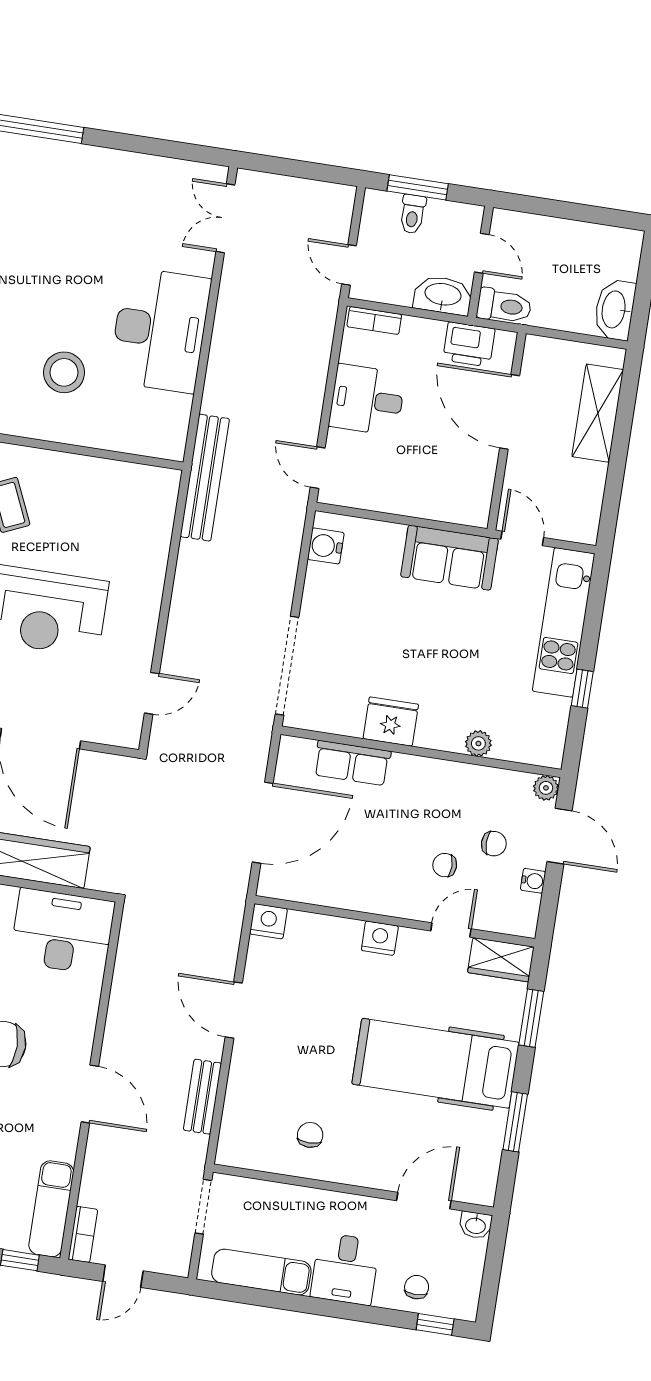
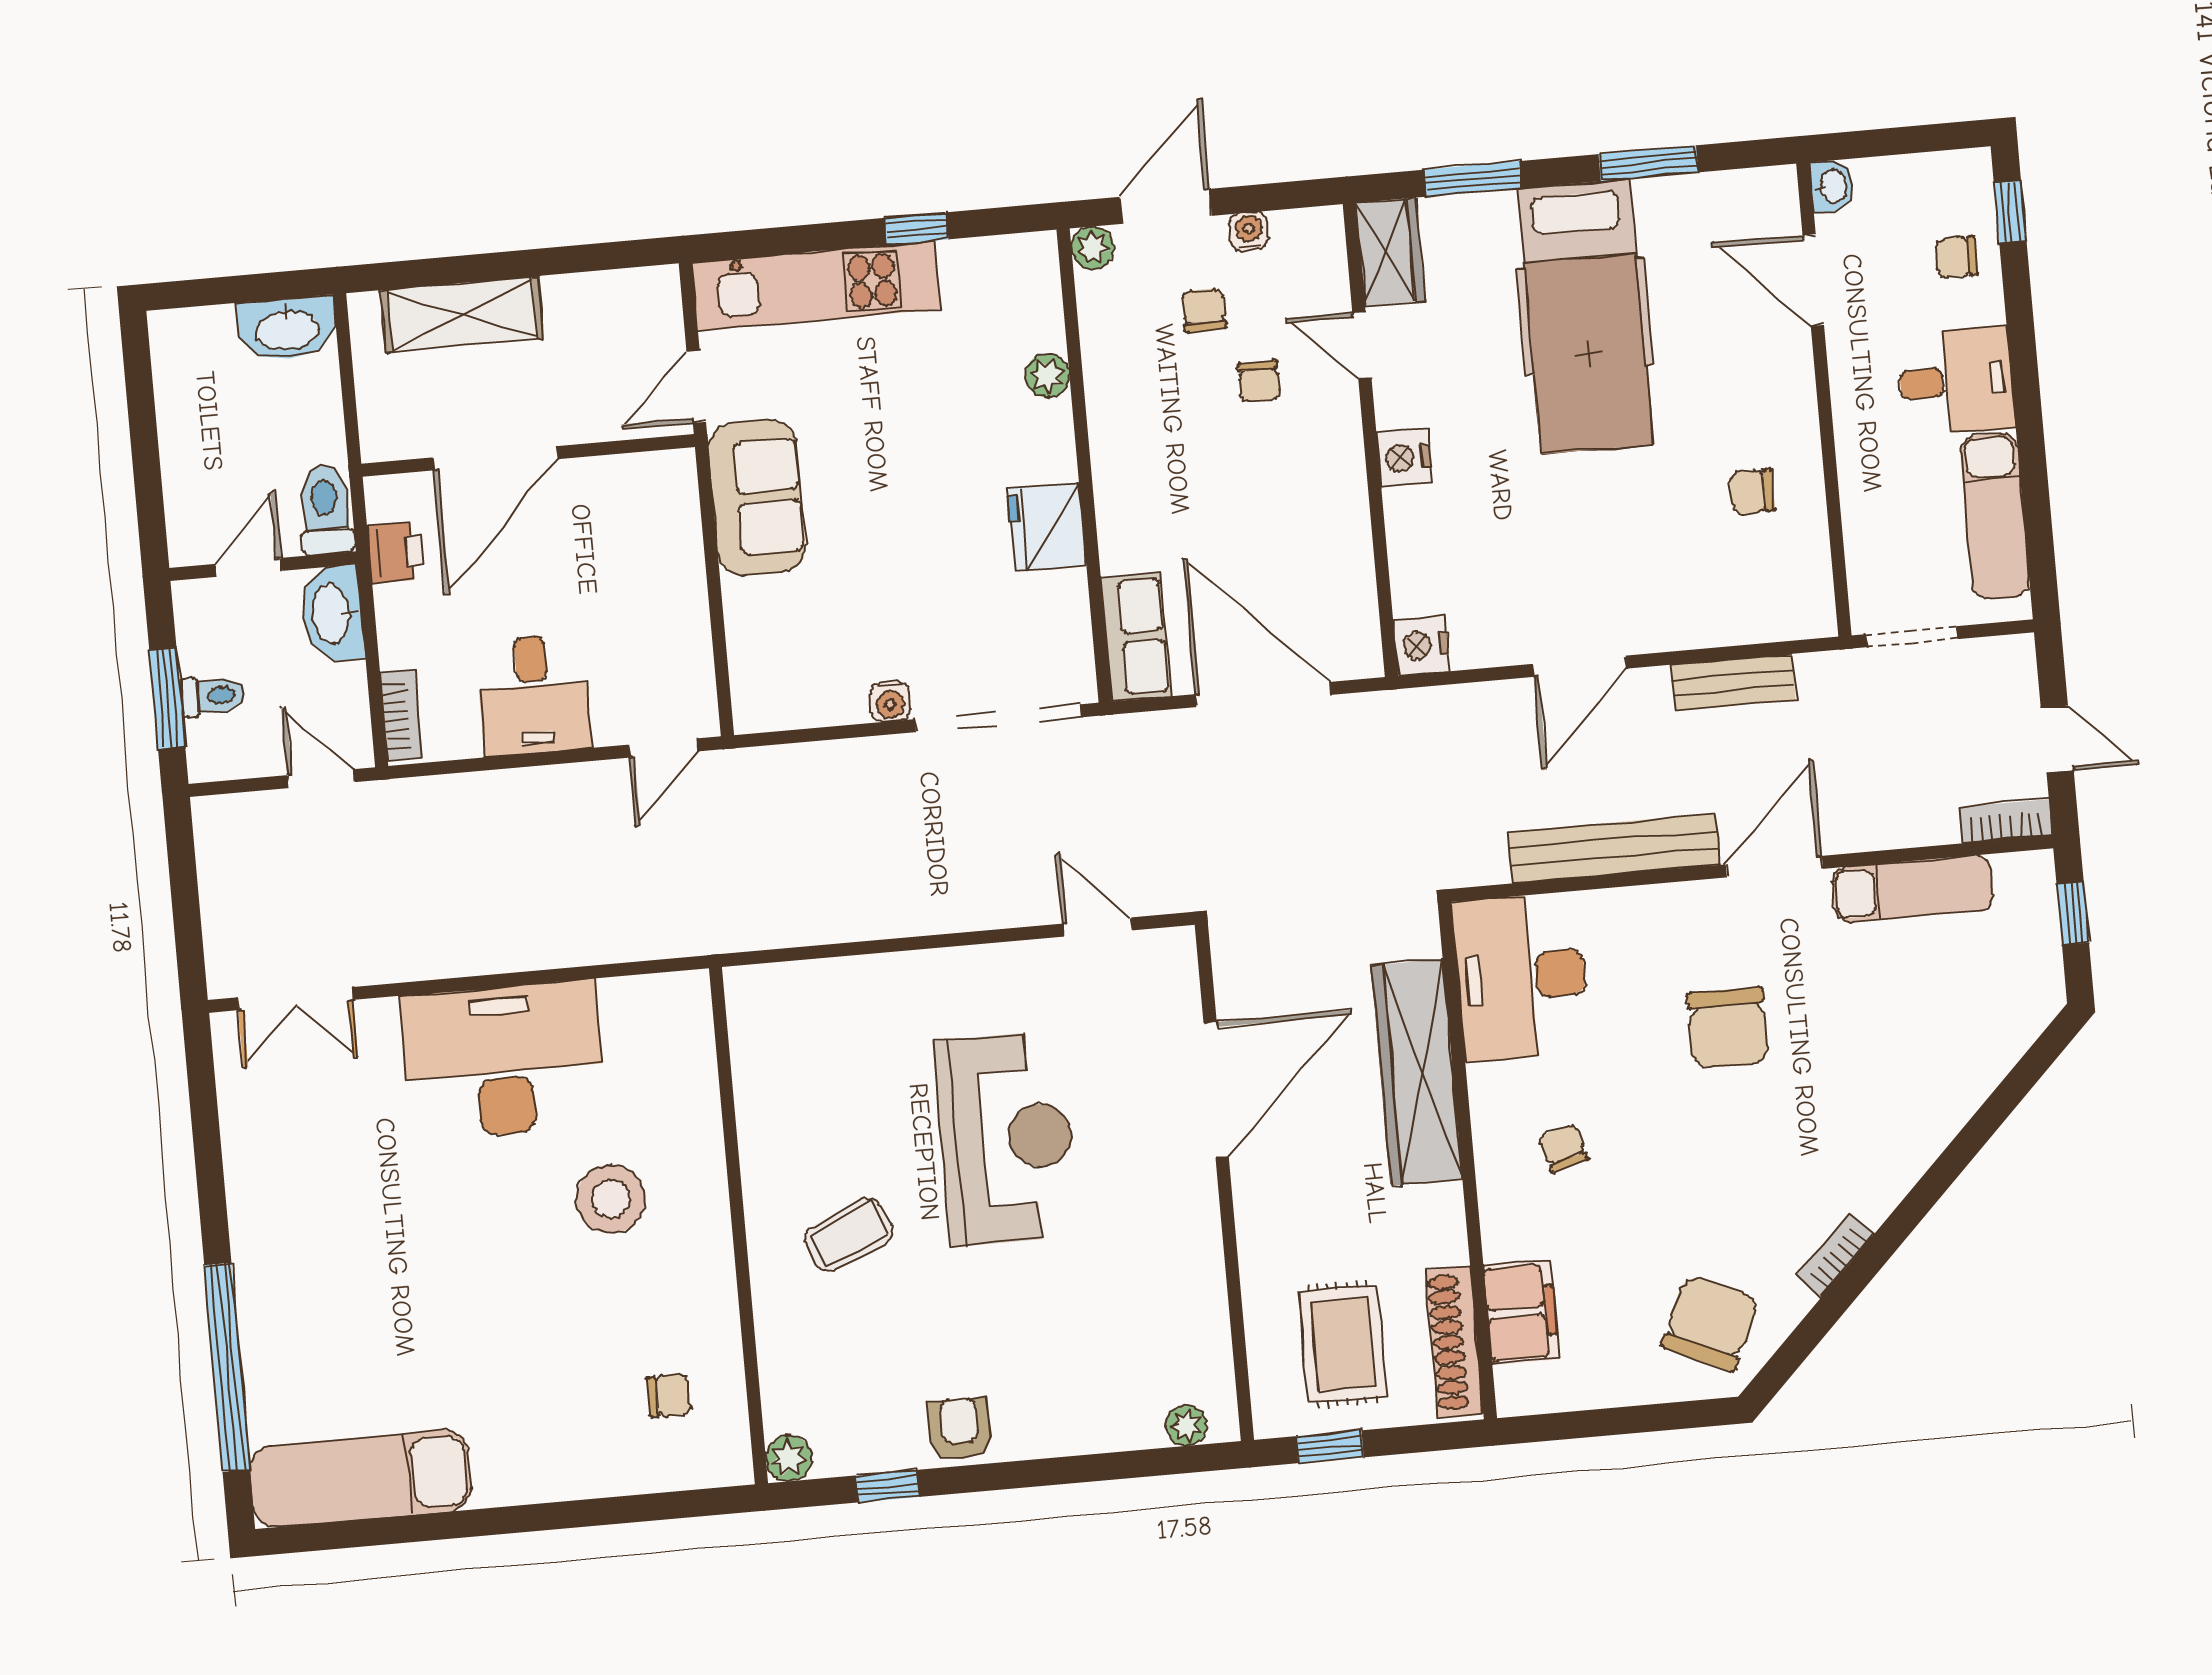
door: (349, 265) -> (321, 779), swing flipped
printer: (469, 344) -> (396, 552), width x0.73, depth x0.81
bench: (205, 478) -> (1614, 848), moved
water cooler: (326, 546) -> (890, 702), moved, width x0.72, depth x0.72
row of seats: (352, 763) -> (1136, 637), moved
exam couch: (51, 1209) -> (1913, 889), moved

